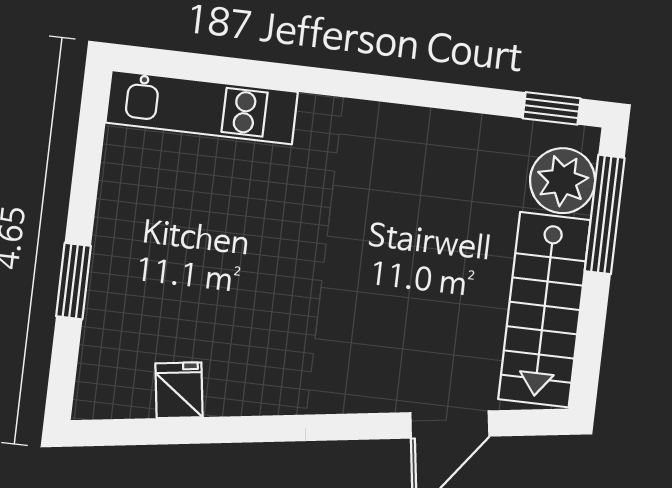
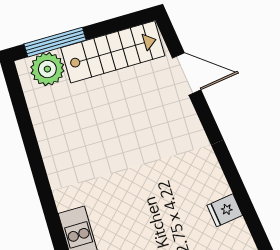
window: (552, 108) -> (15, 89), removed

